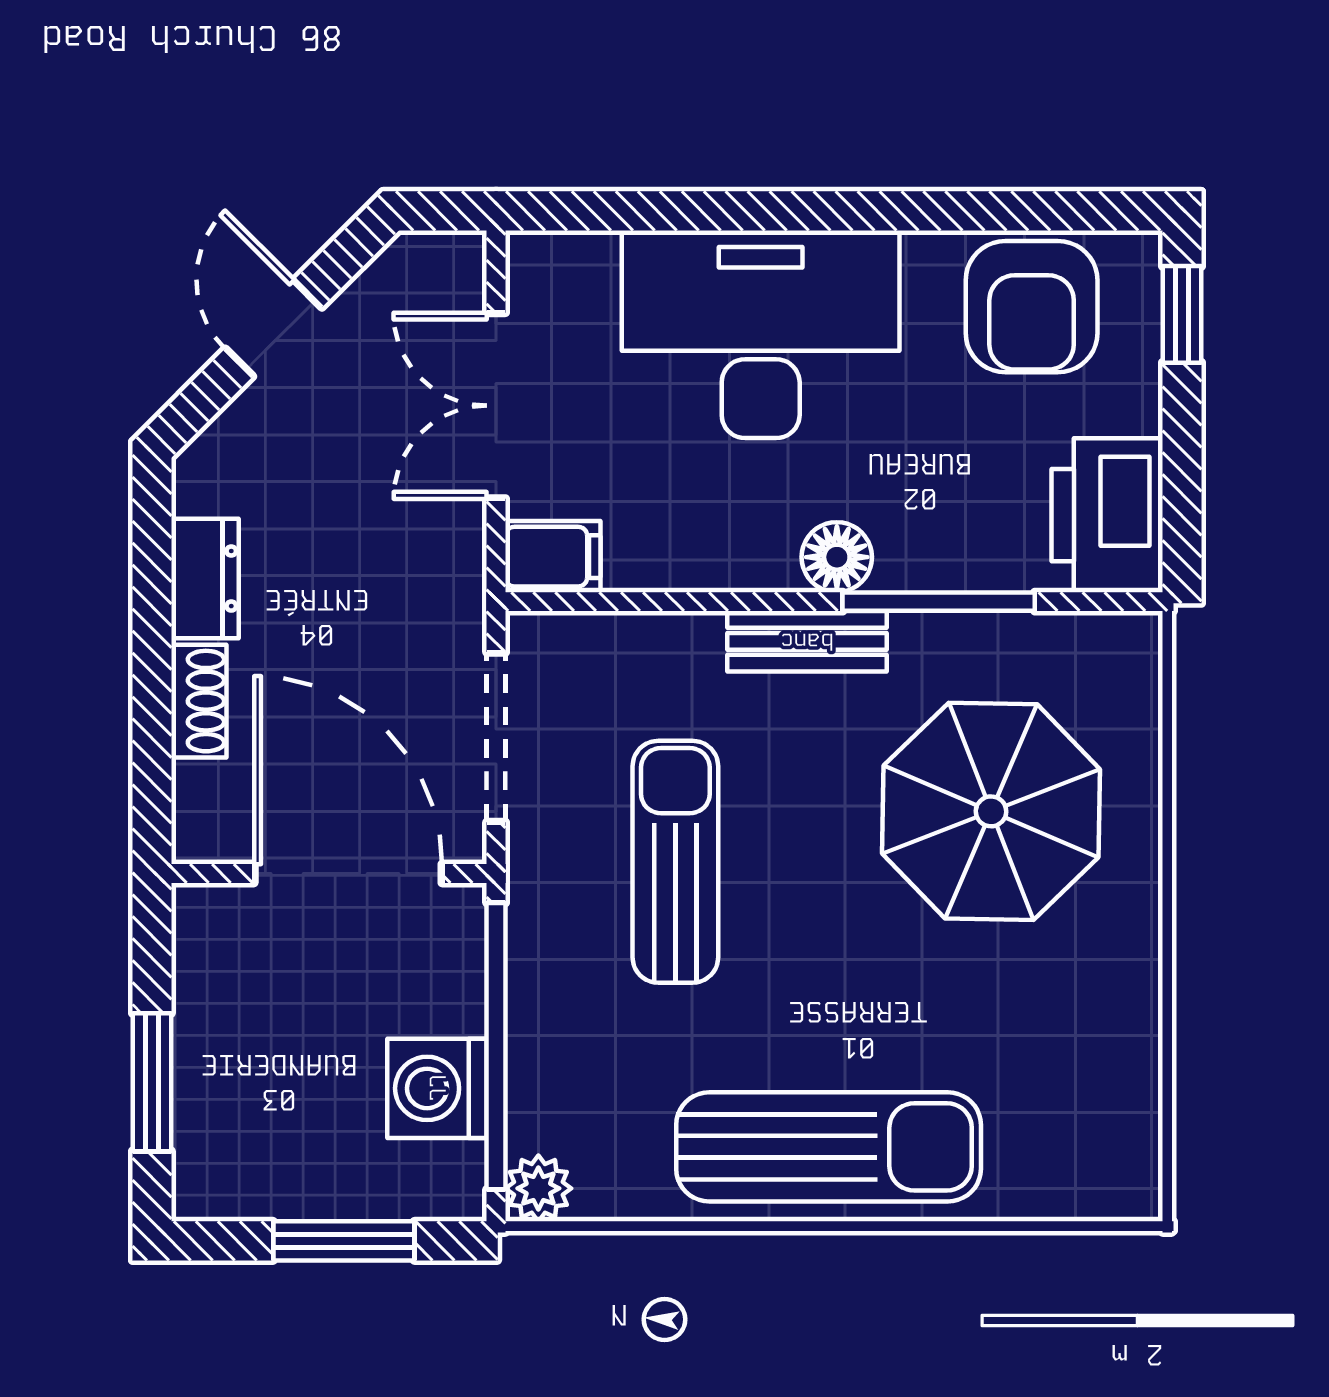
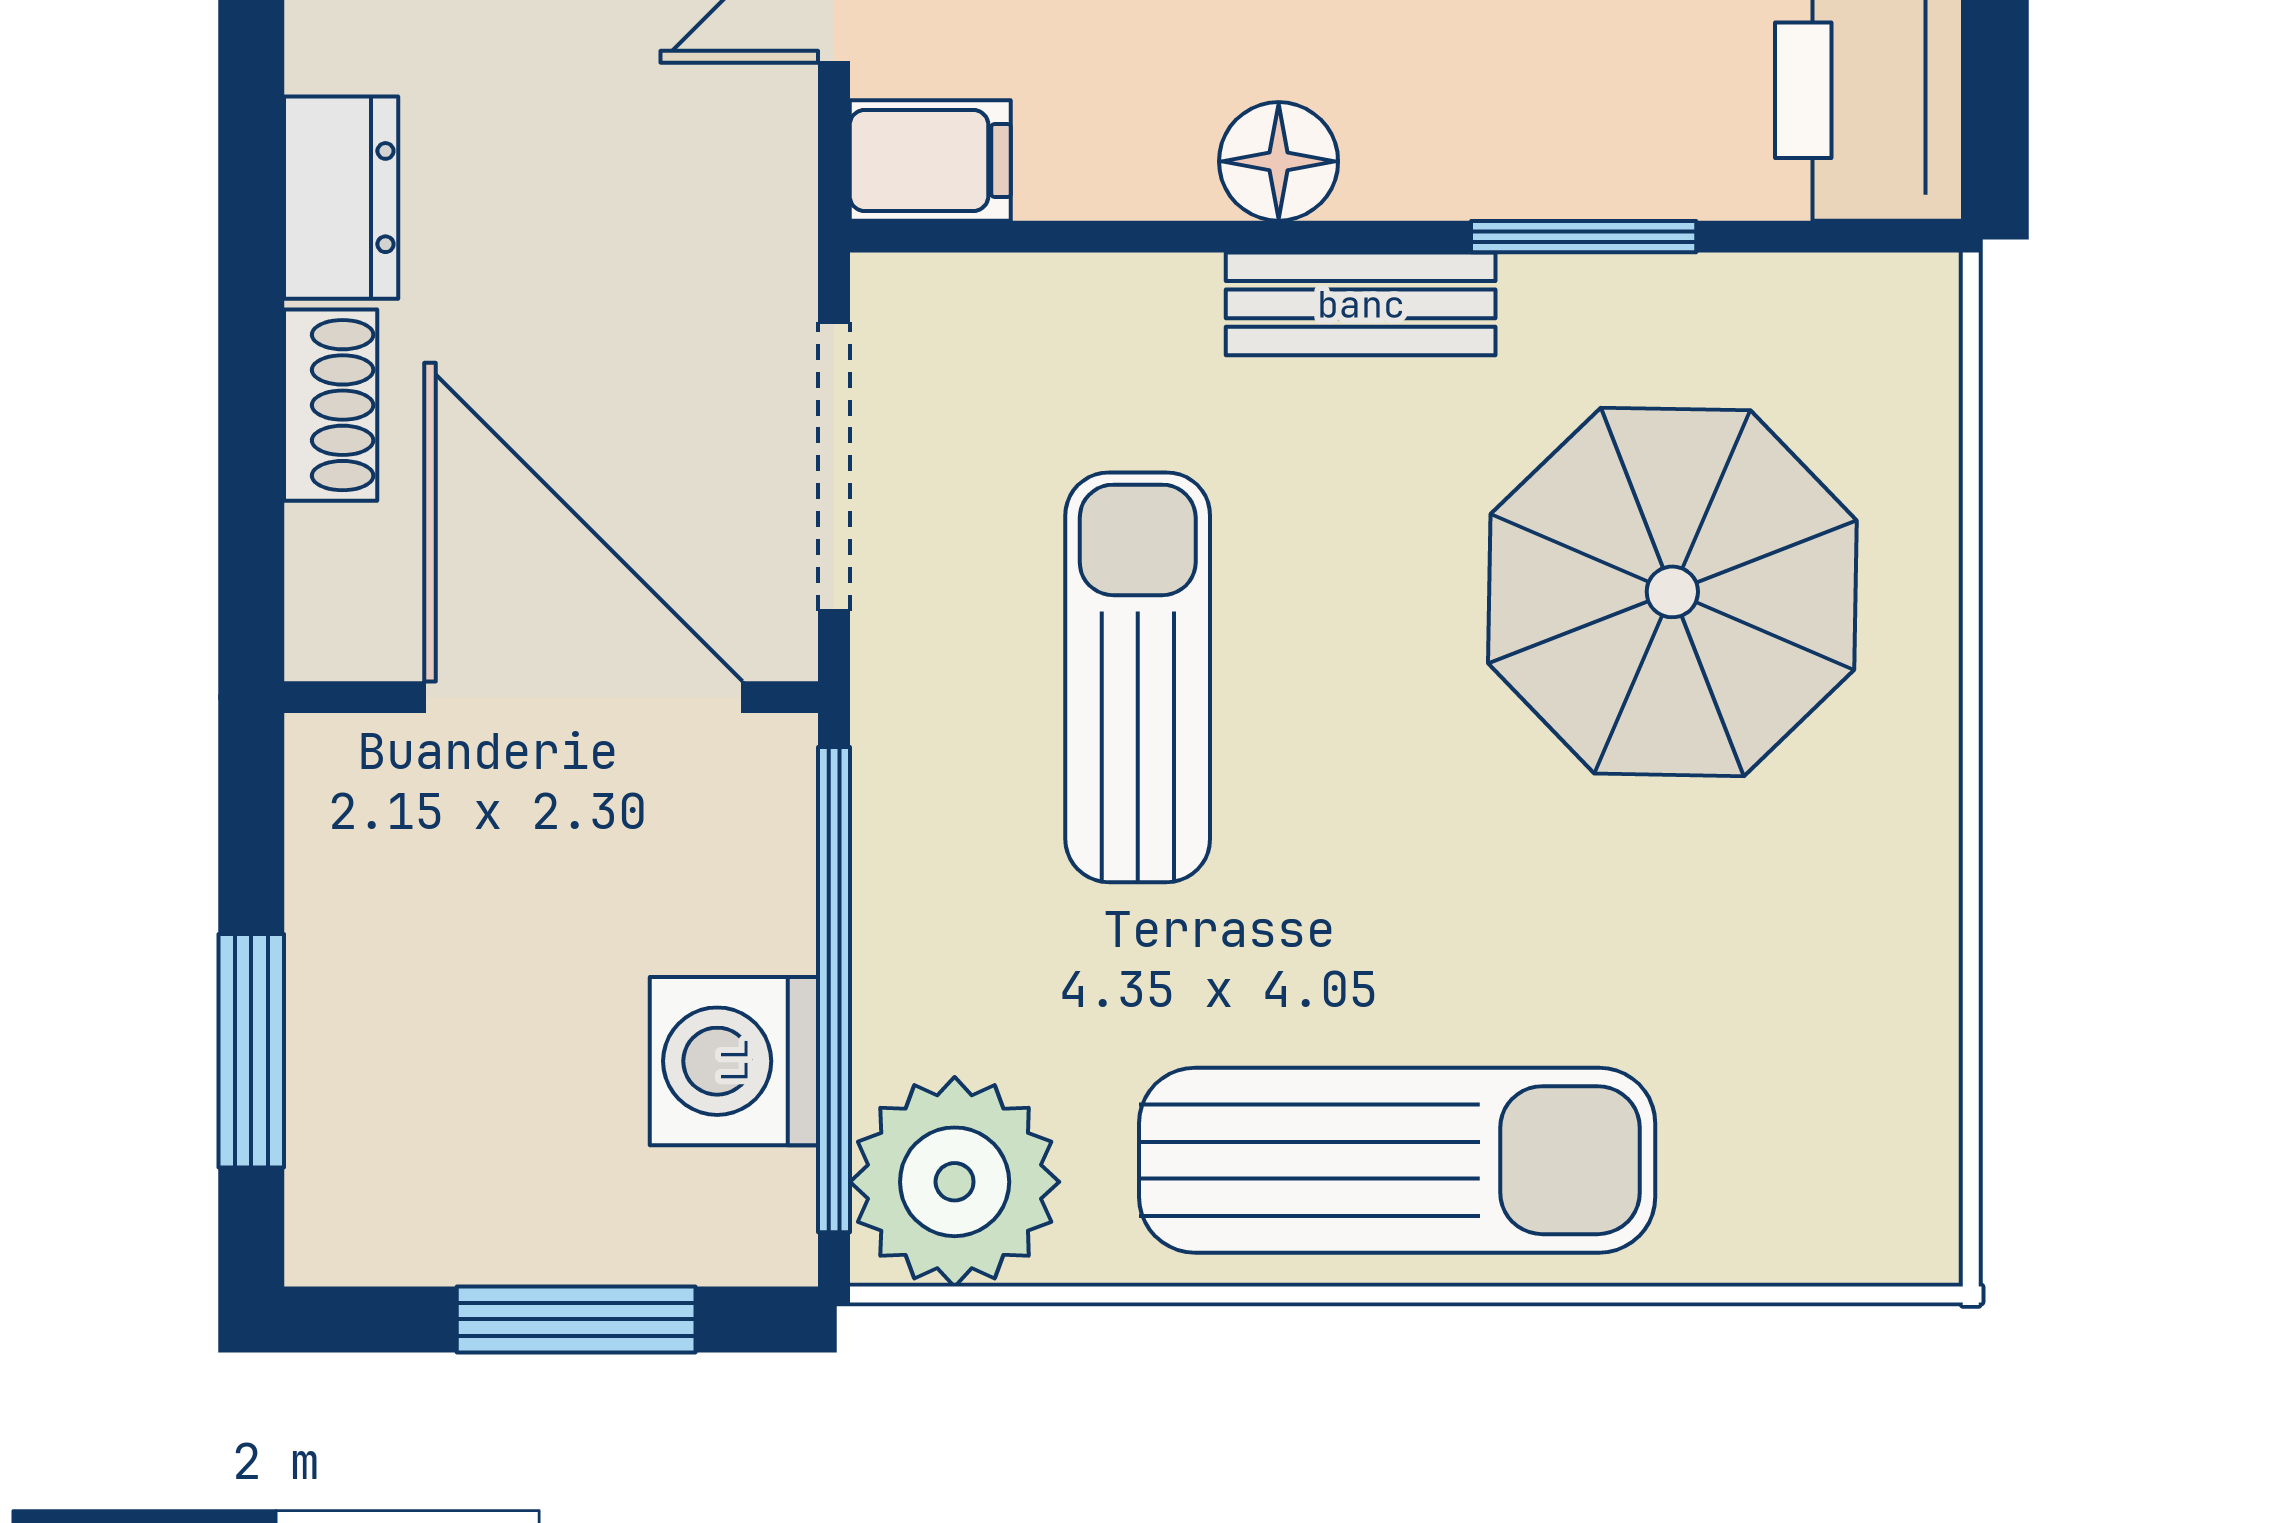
floor lamp: (837, 557) -> (1279, 161), moved
window: (939, 602) -> (1584, 237), width x0.69
plant: (538, 1188) -> (955, 1182), width x1.87, depth x1.87

